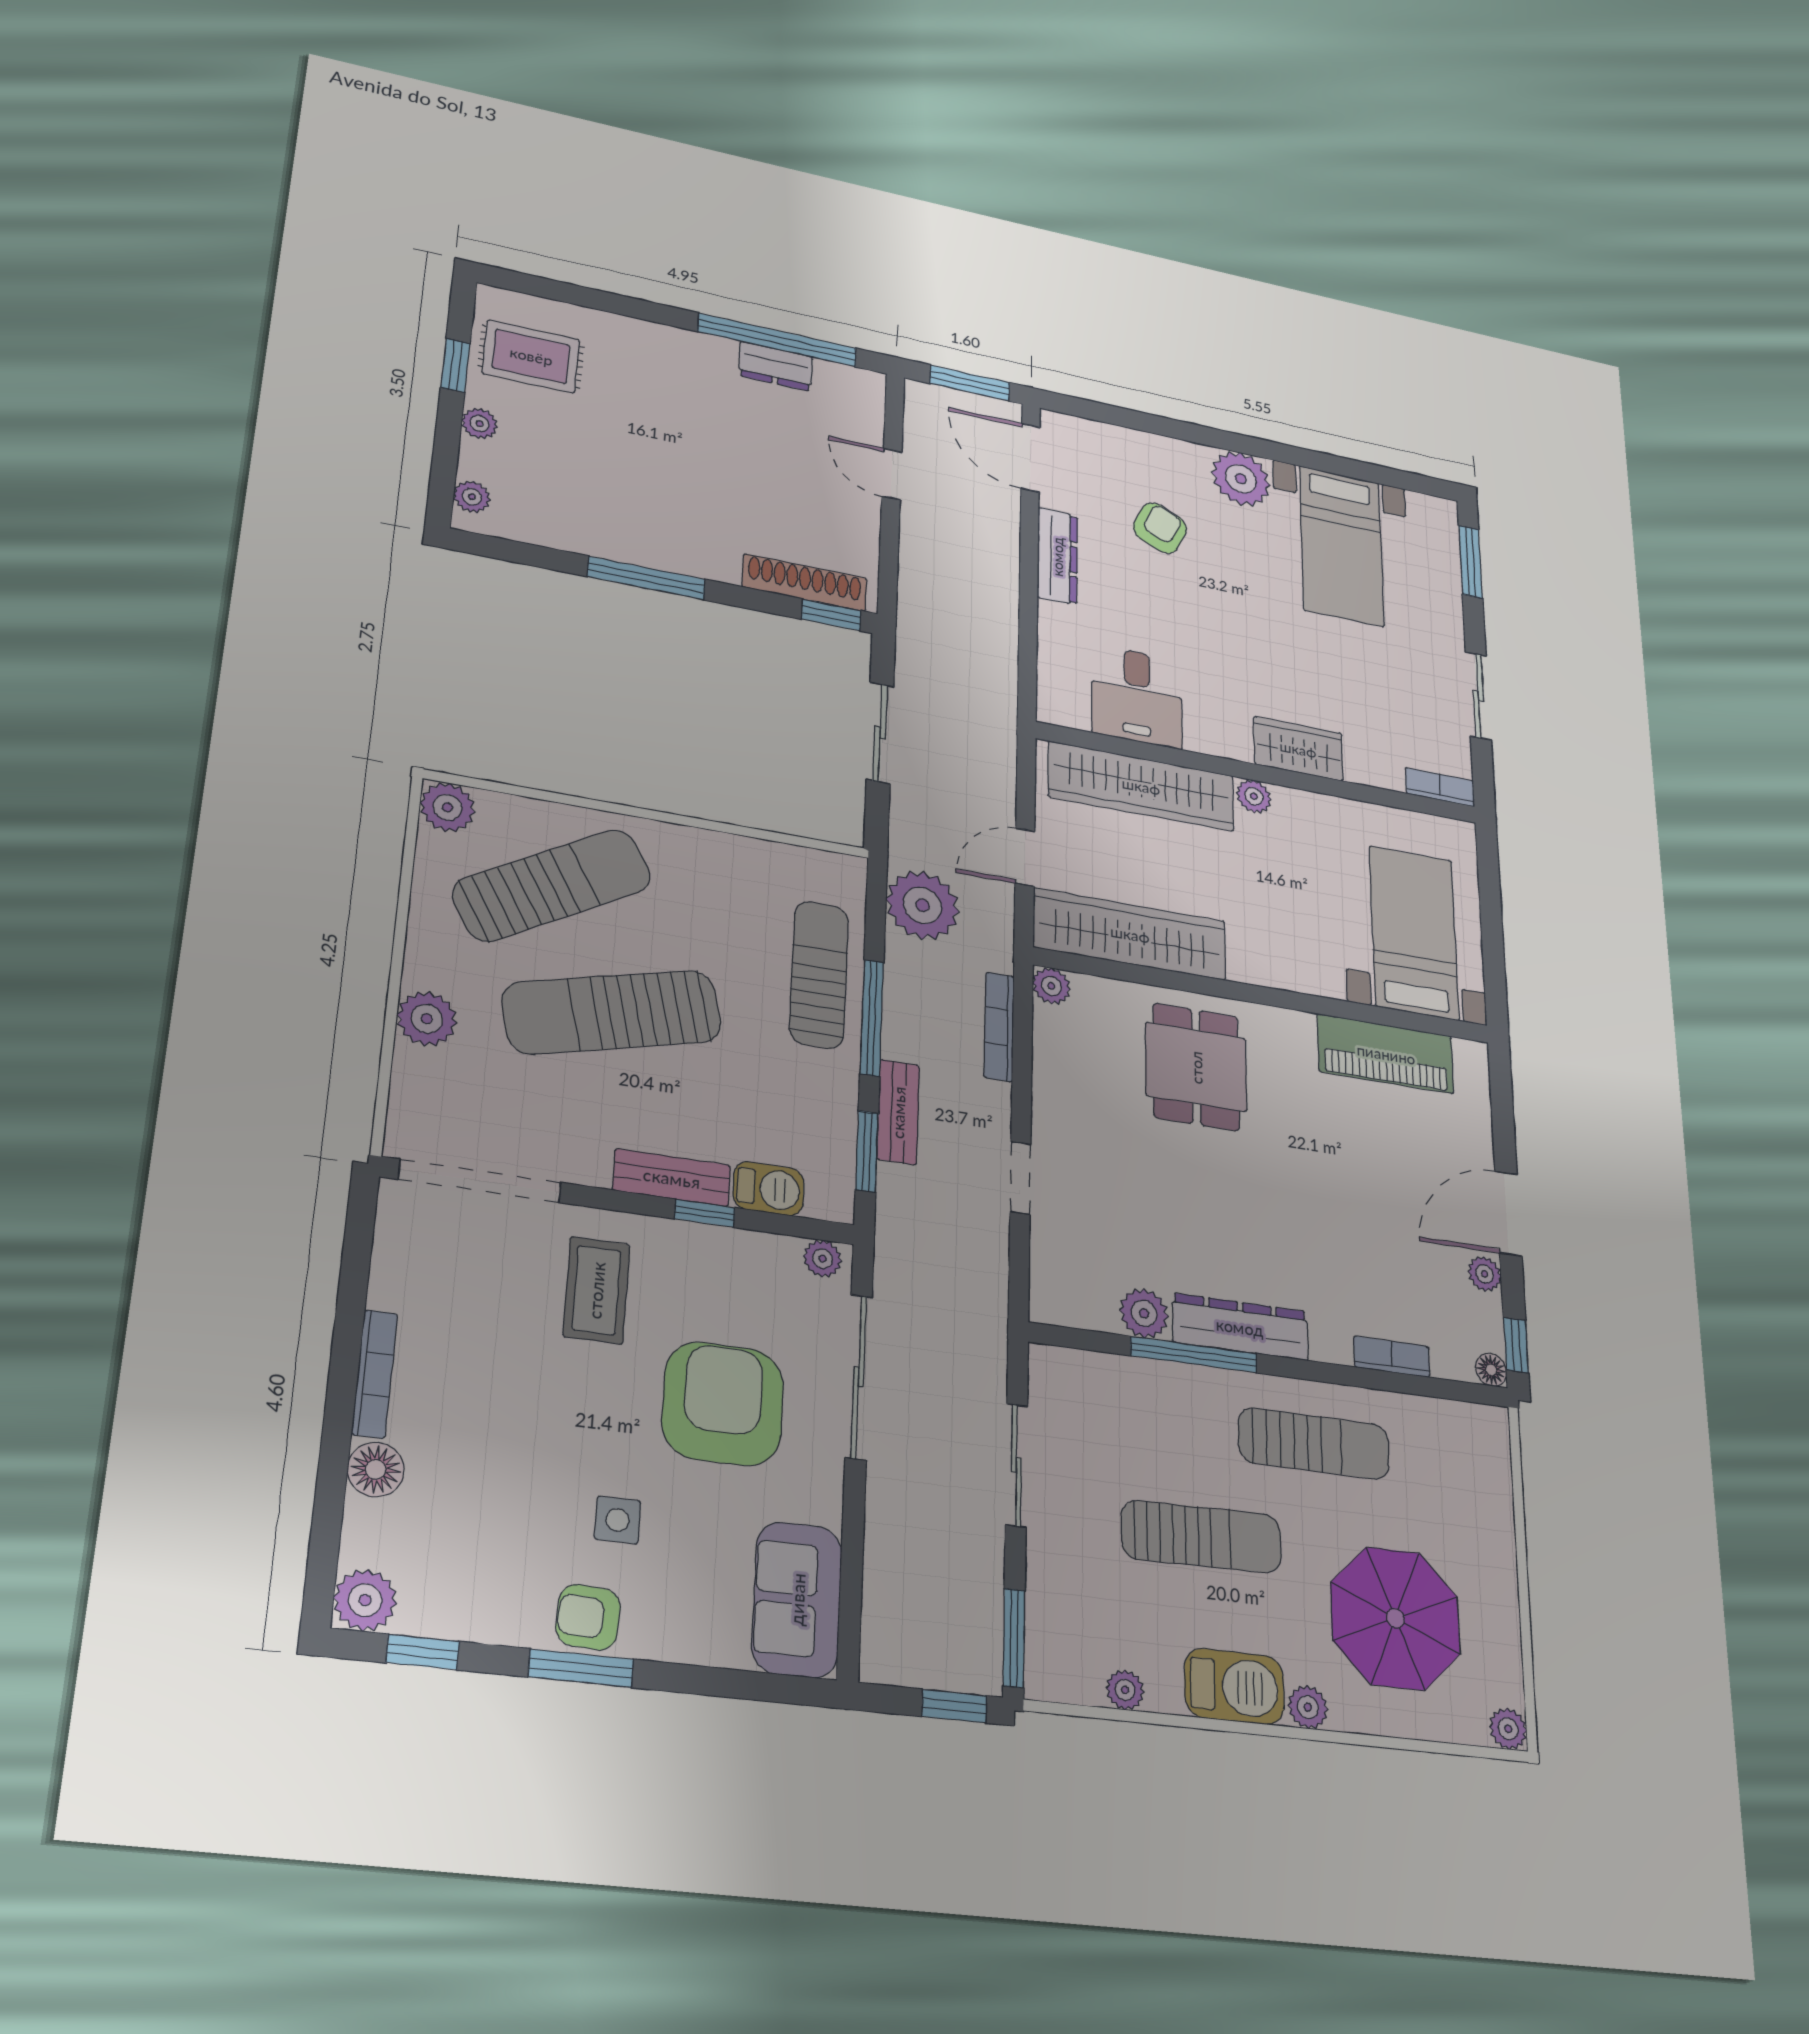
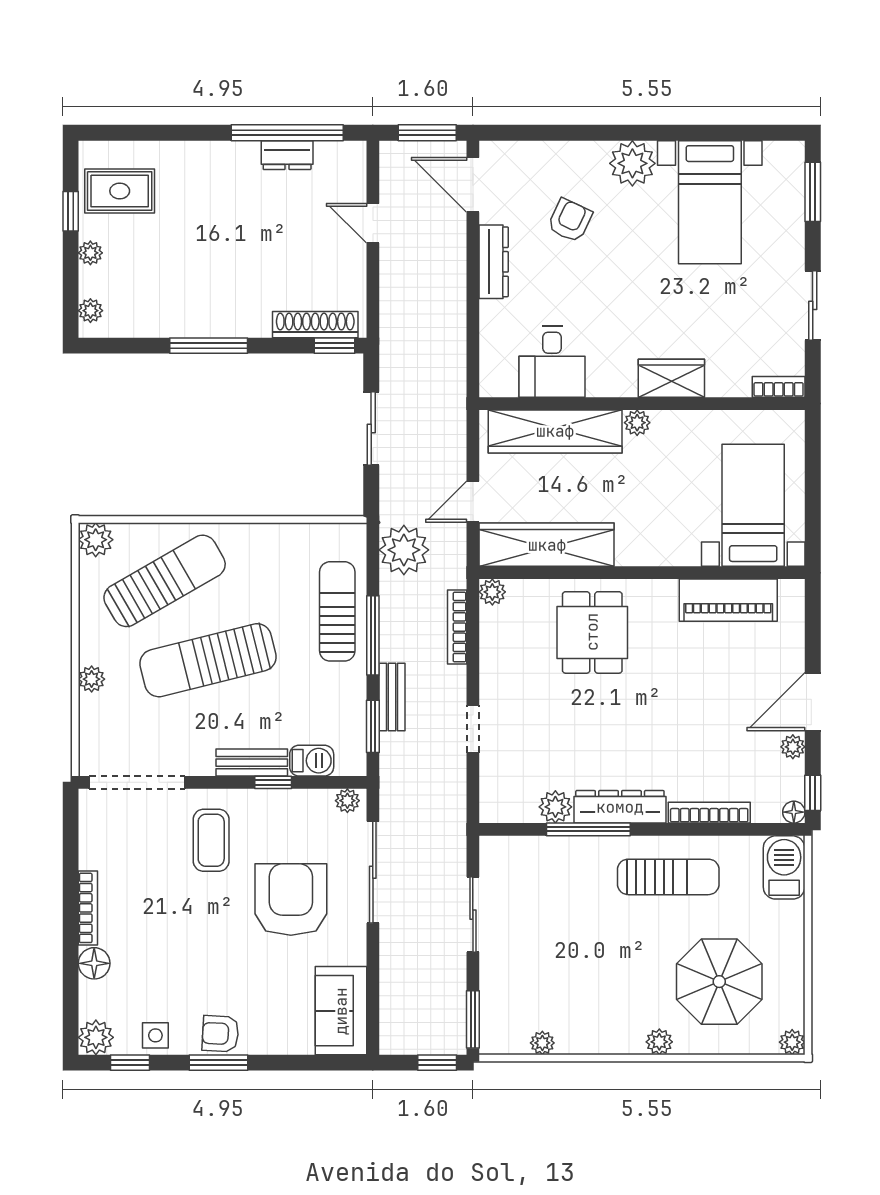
plant: (427, 1019) -> (92, 679), width x0.73, depth x0.73
bookcase: (1392, 1357) -> (709, 813), width x1.56
side table: (618, 1520) -> (155, 1035), moved
sun lounger: (1202, 1537) -> (592, 945), removed
barbecue: (1234, 1687) -> (784, 867), moved, turned -90

